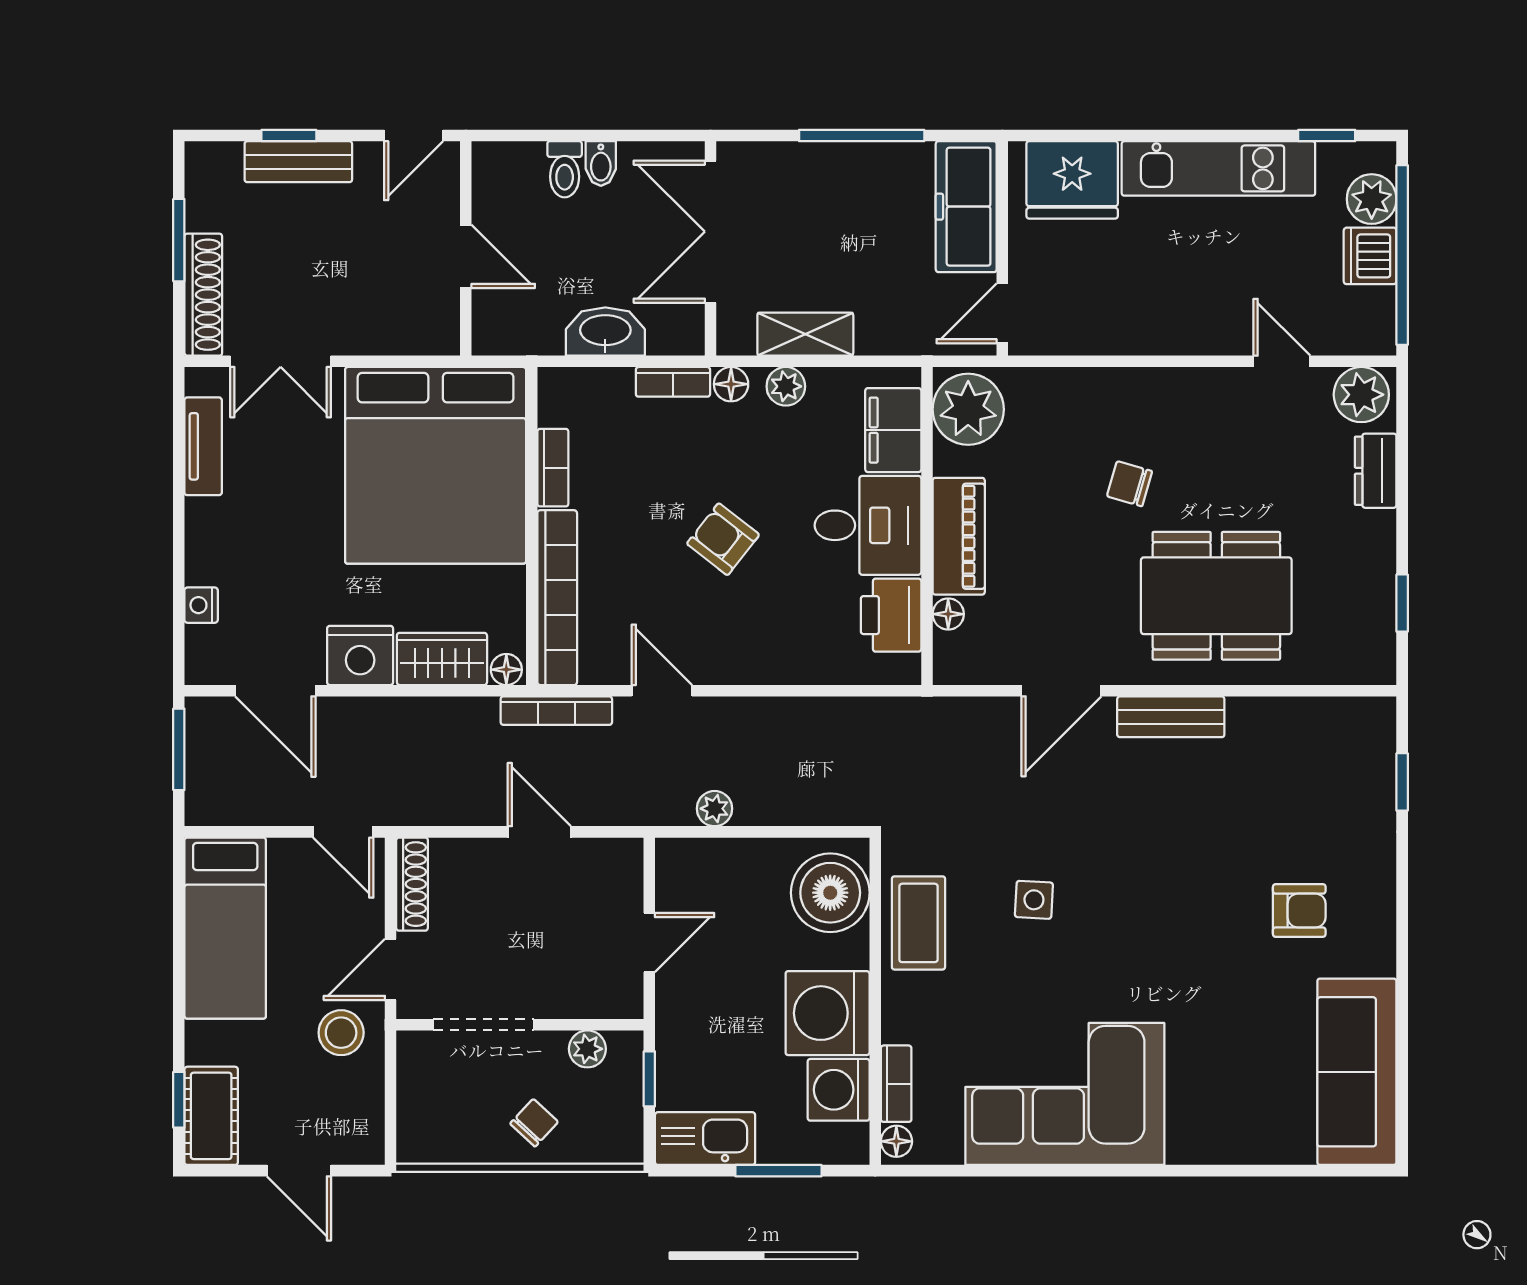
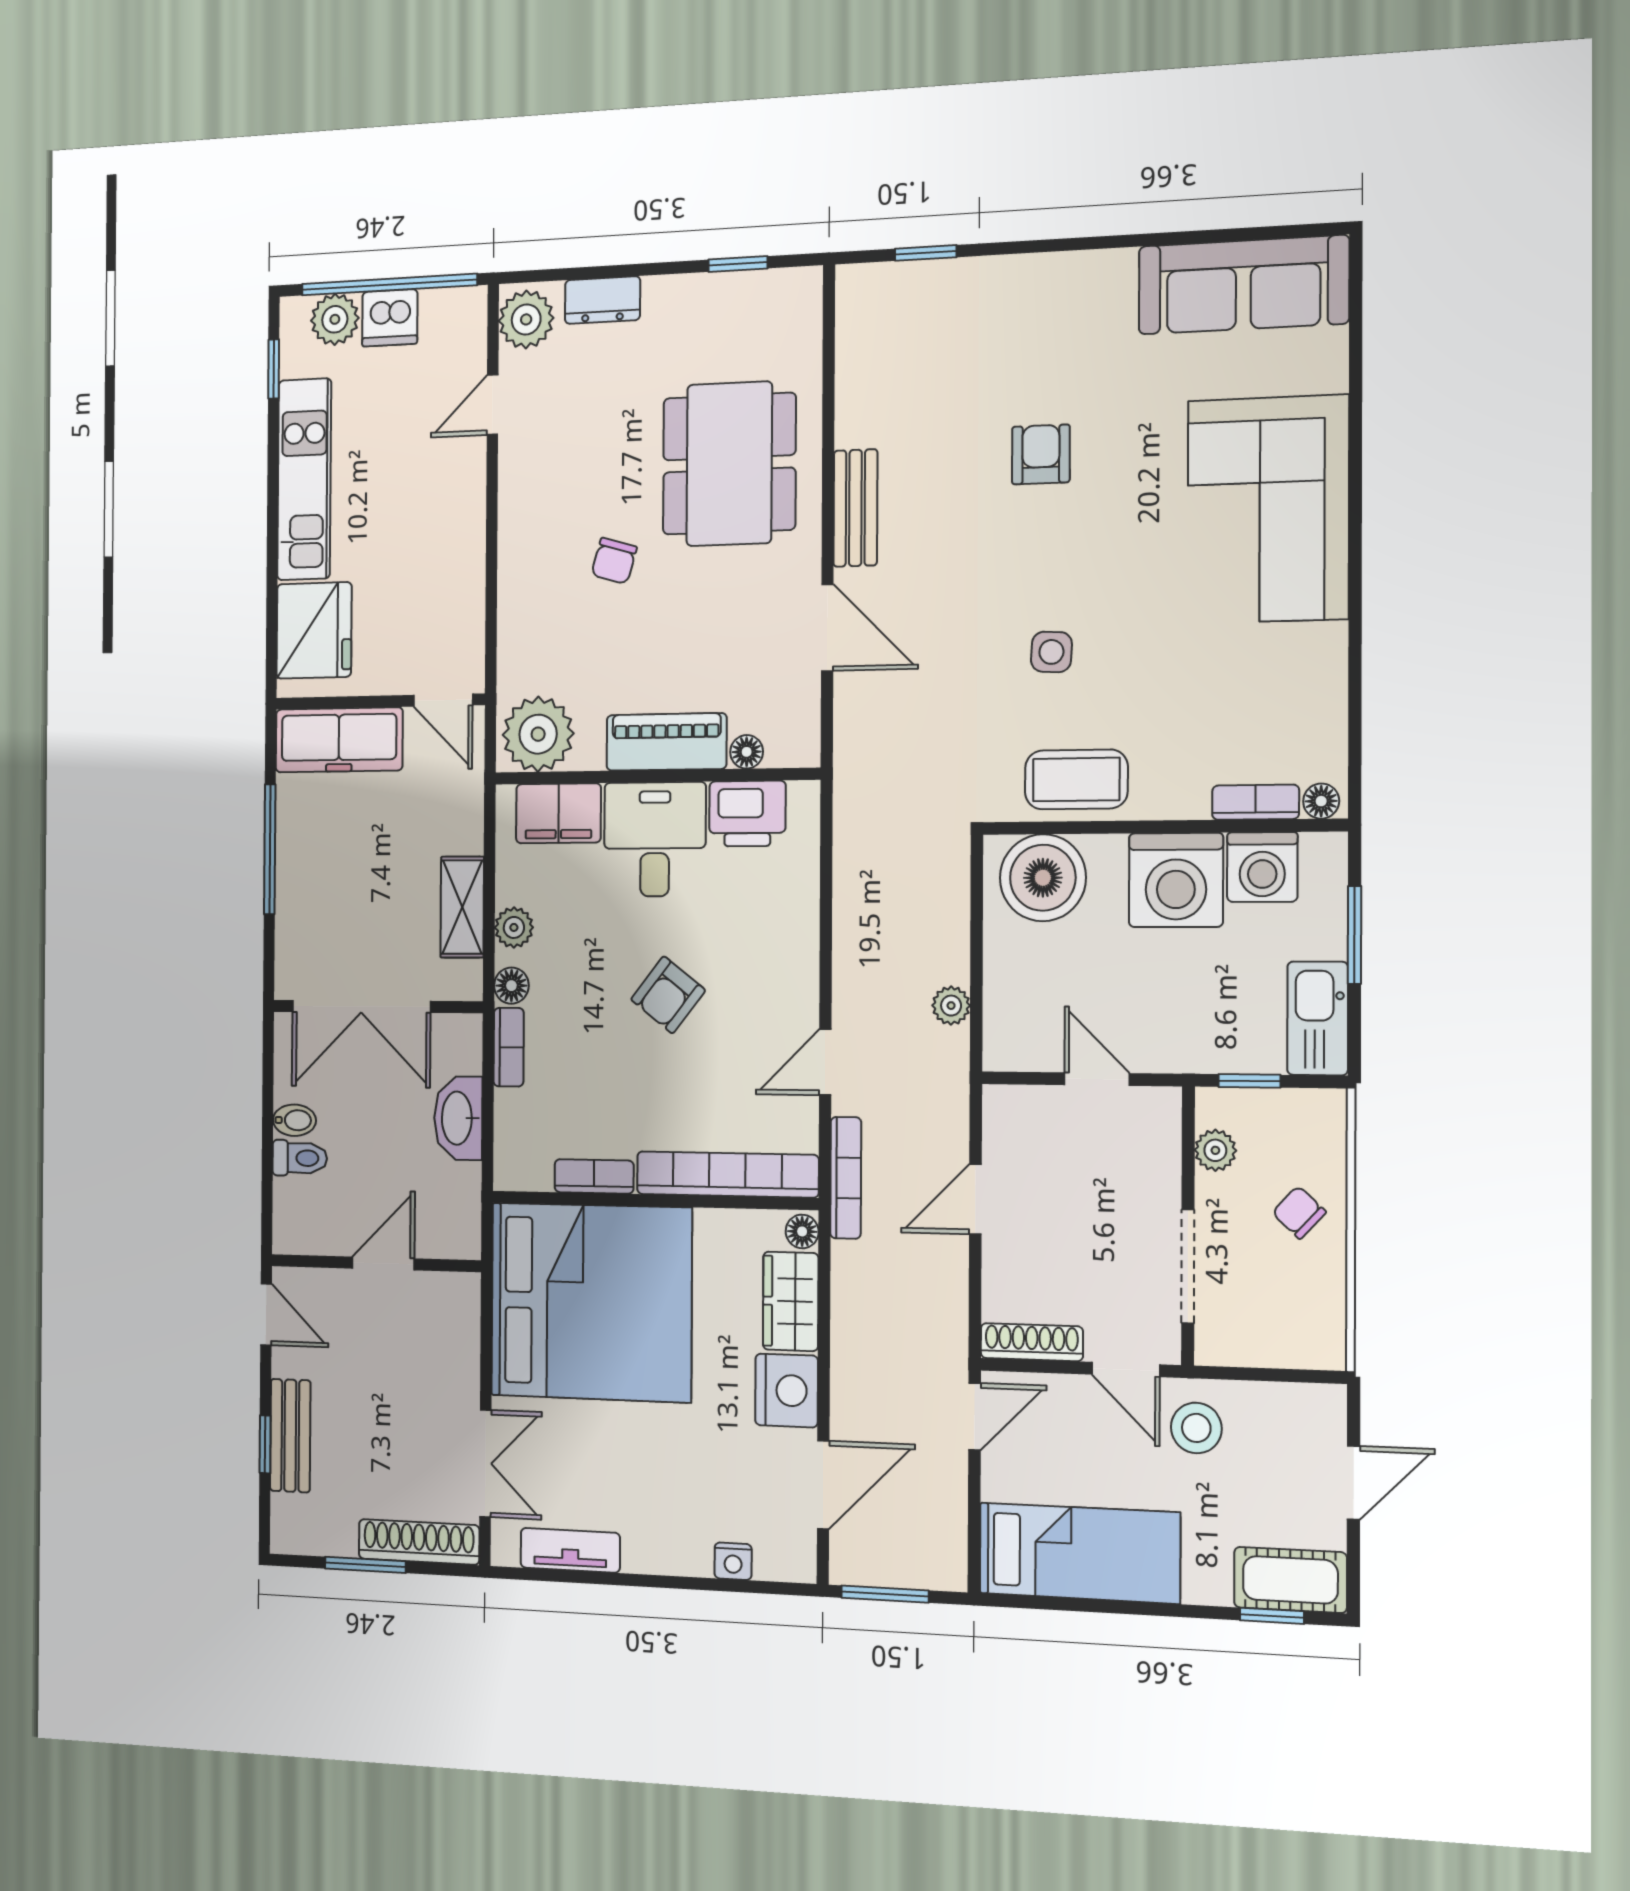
armchair: (1299, 911) -> (1041, 454), moved
corner sofa: (1065, 1094) -> (1268, 510), moved

